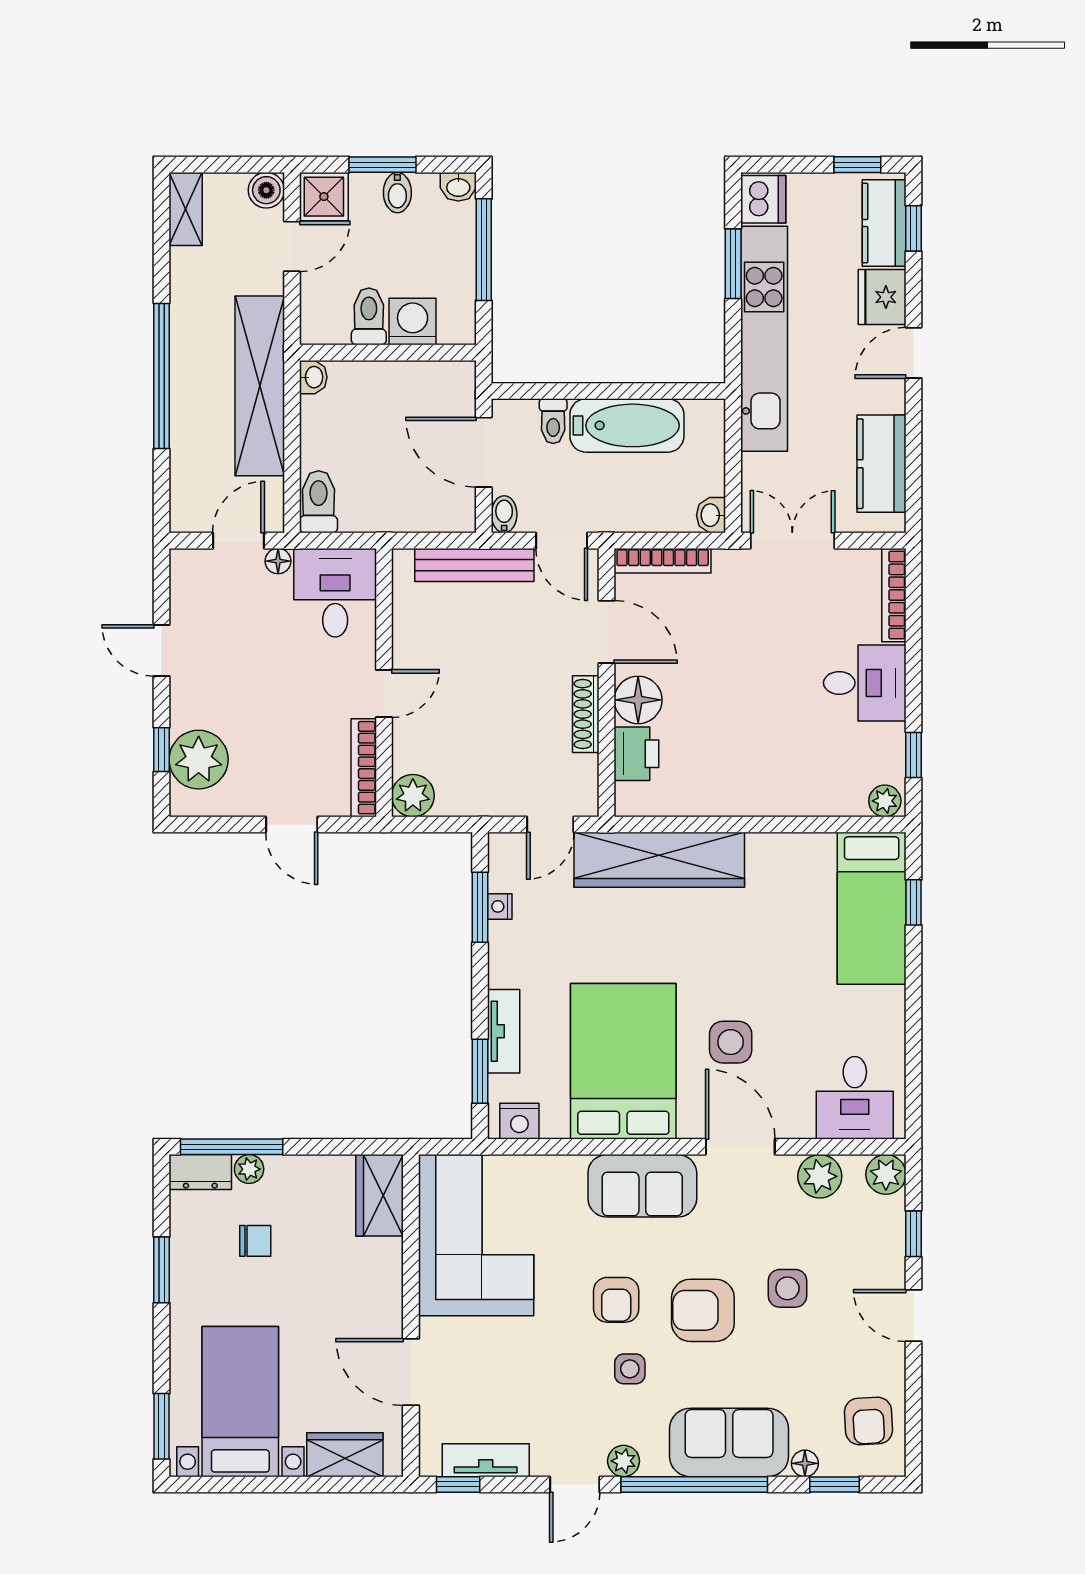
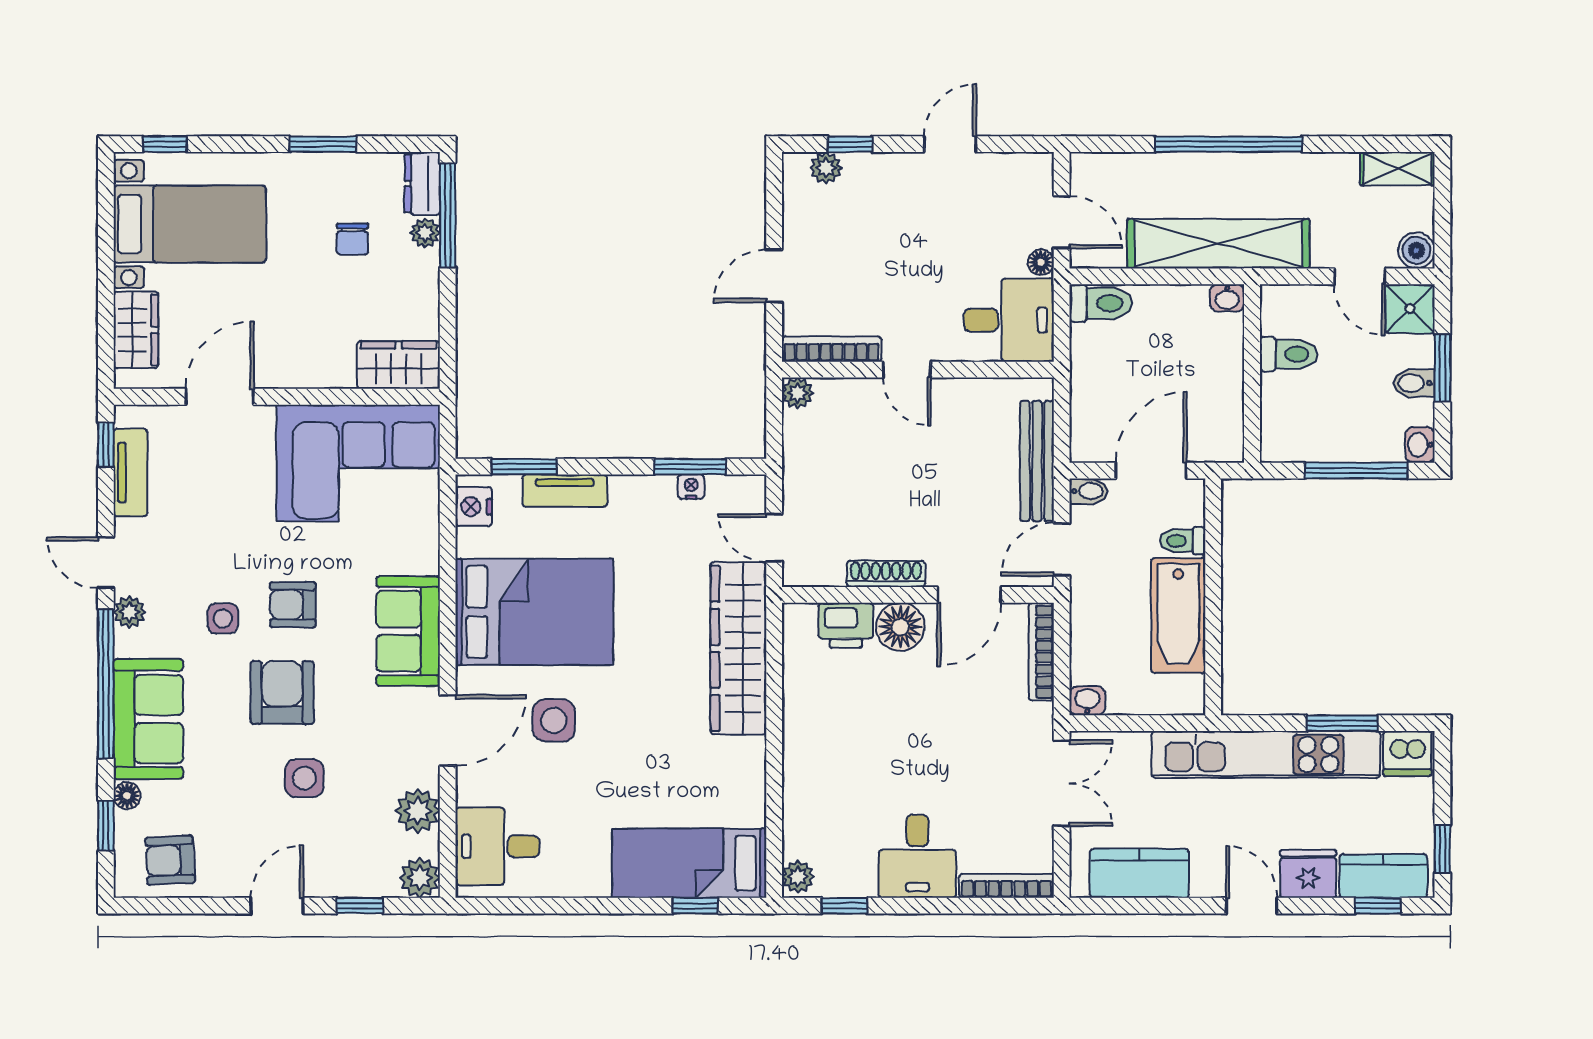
washing machine: (413, 322) -> (1283, 398), removed
plant: (199, 760) -> (826, 168), width x0.53, depth x0.53
plant: (413, 796) -> (798, 393), width x0.73, depth x0.73
window: (161, 1426) -> (165, 144), width x0.67

